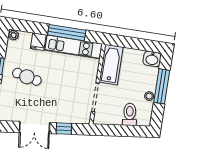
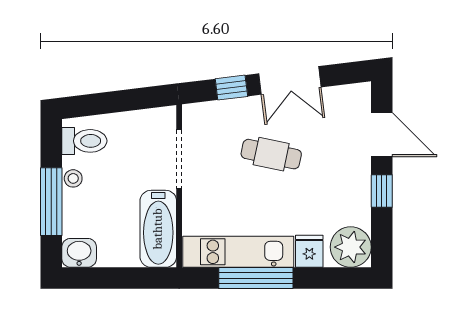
plant: (14, 35) -> (351, 247), width x1.87, depth x1.87
cafe table: (27, 77) -> (271, 154), moved
toilet: (130, 114) -> (84, 141), moved, turned -83
double door: (34, 128) -> (290, 80), swing flipped

